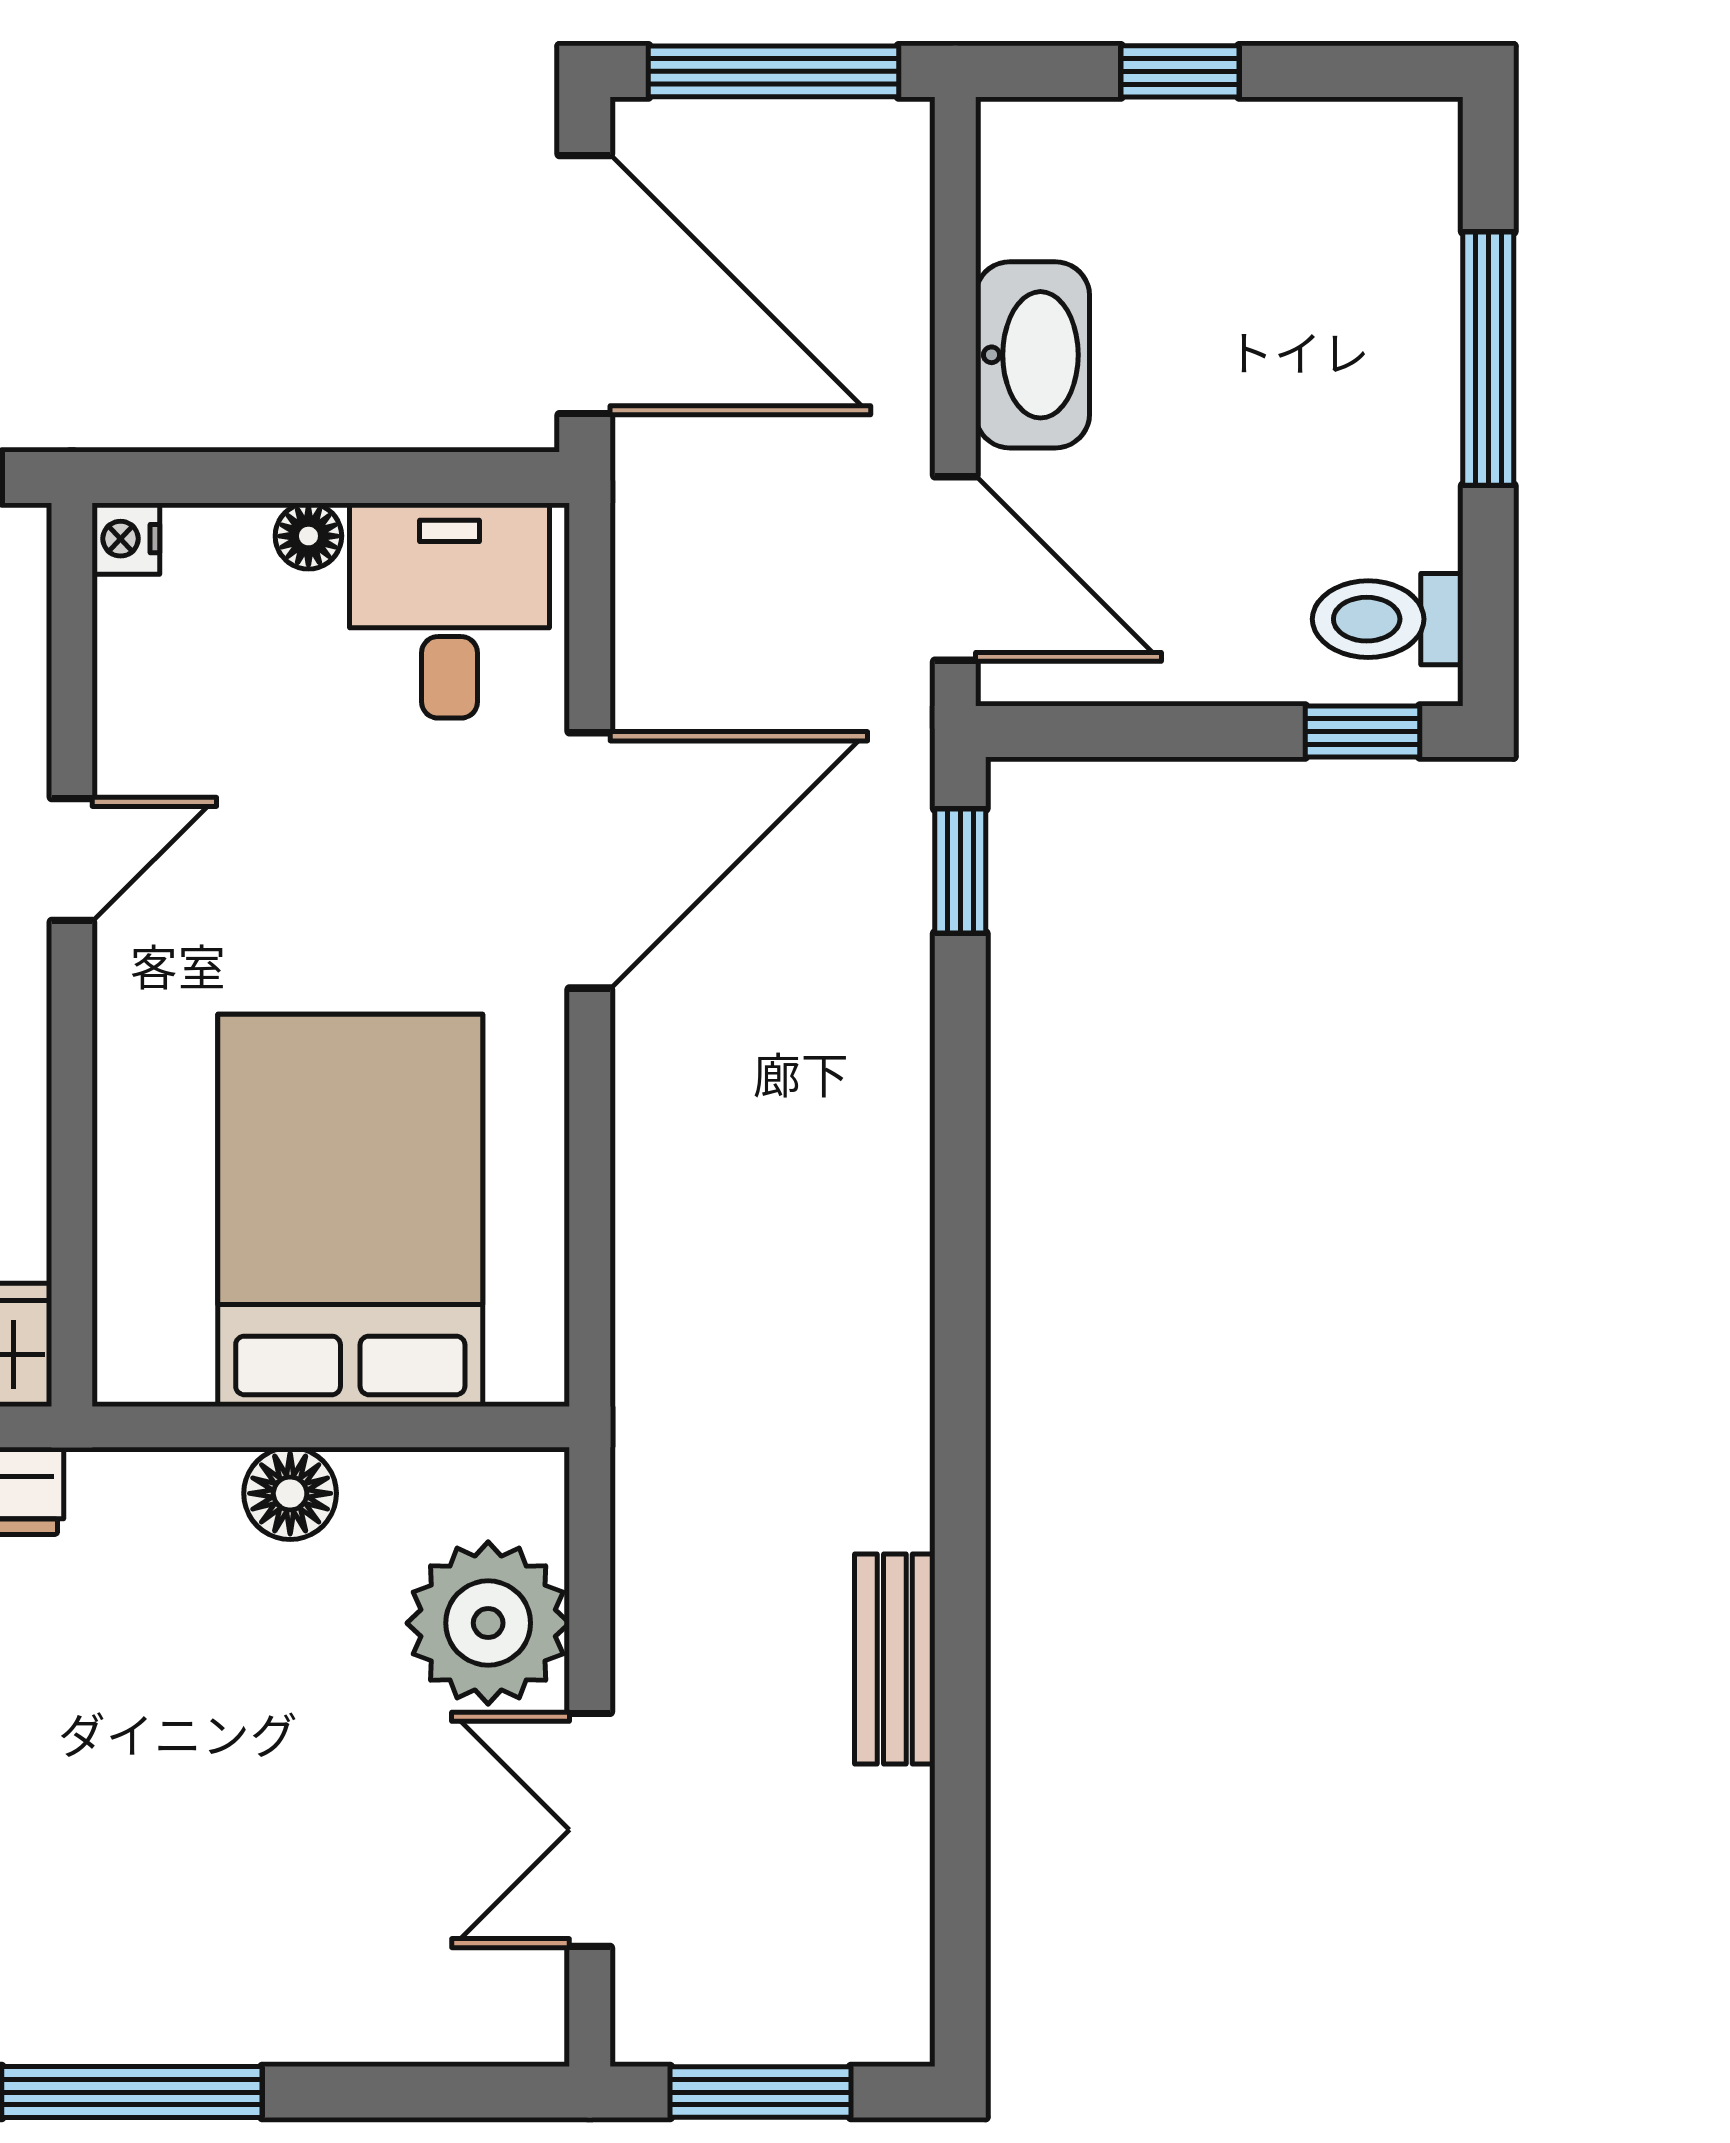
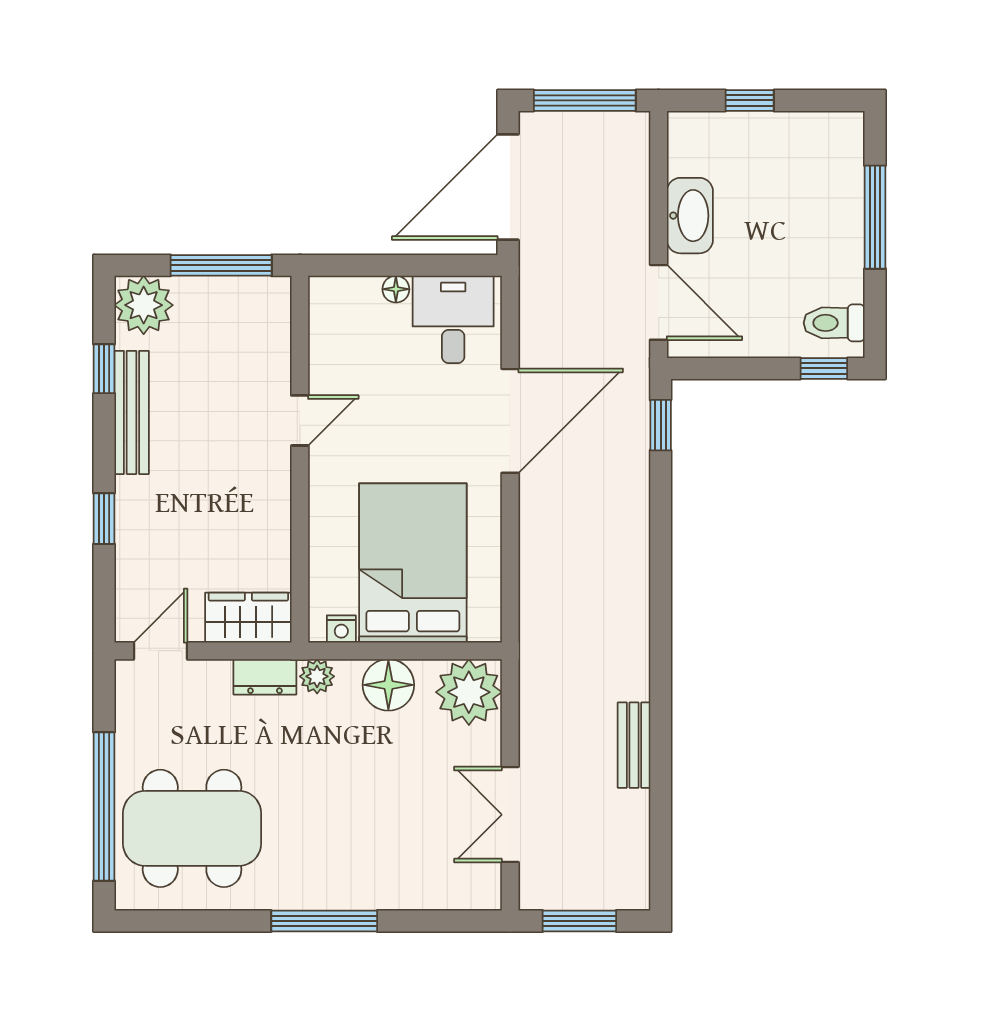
door: (585, 285) -> (508, 187), swing flipped
nightstand: (126, 539) -> (341, 629), moved, turned -90
plant: (114, 1490) -> (317, 676), added
floor lamp: (290, 1493) -> (388, 685), width x1.38, depth x1.38
plant: (488, 1623) -> (469, 692), moved

